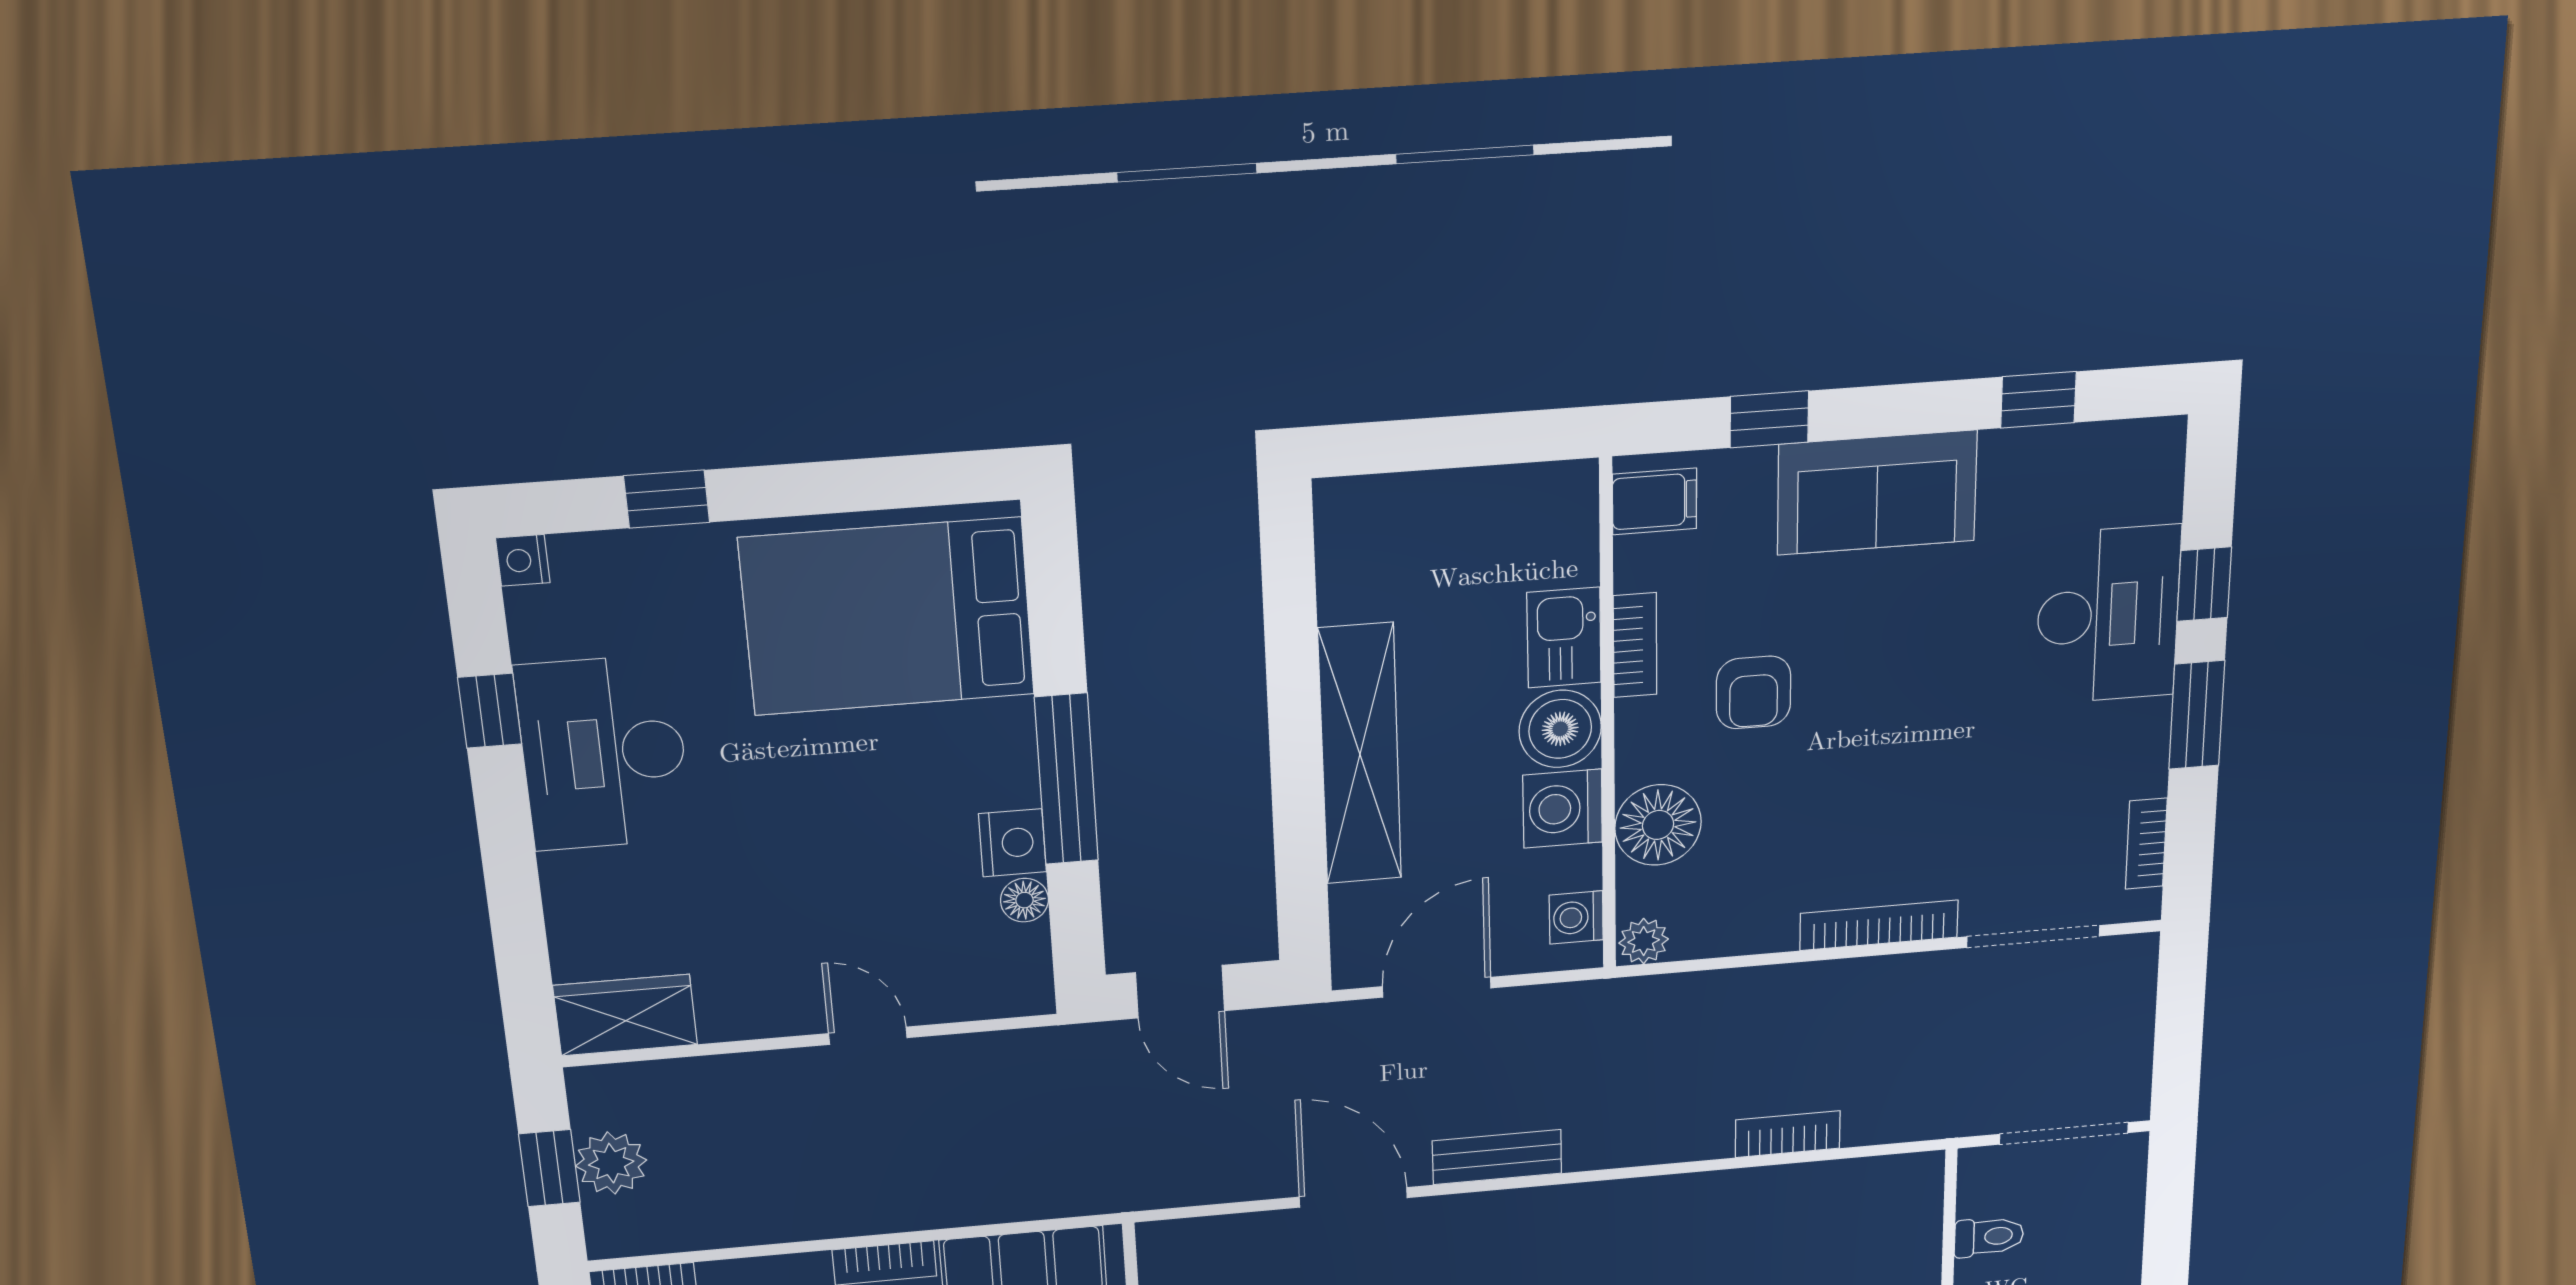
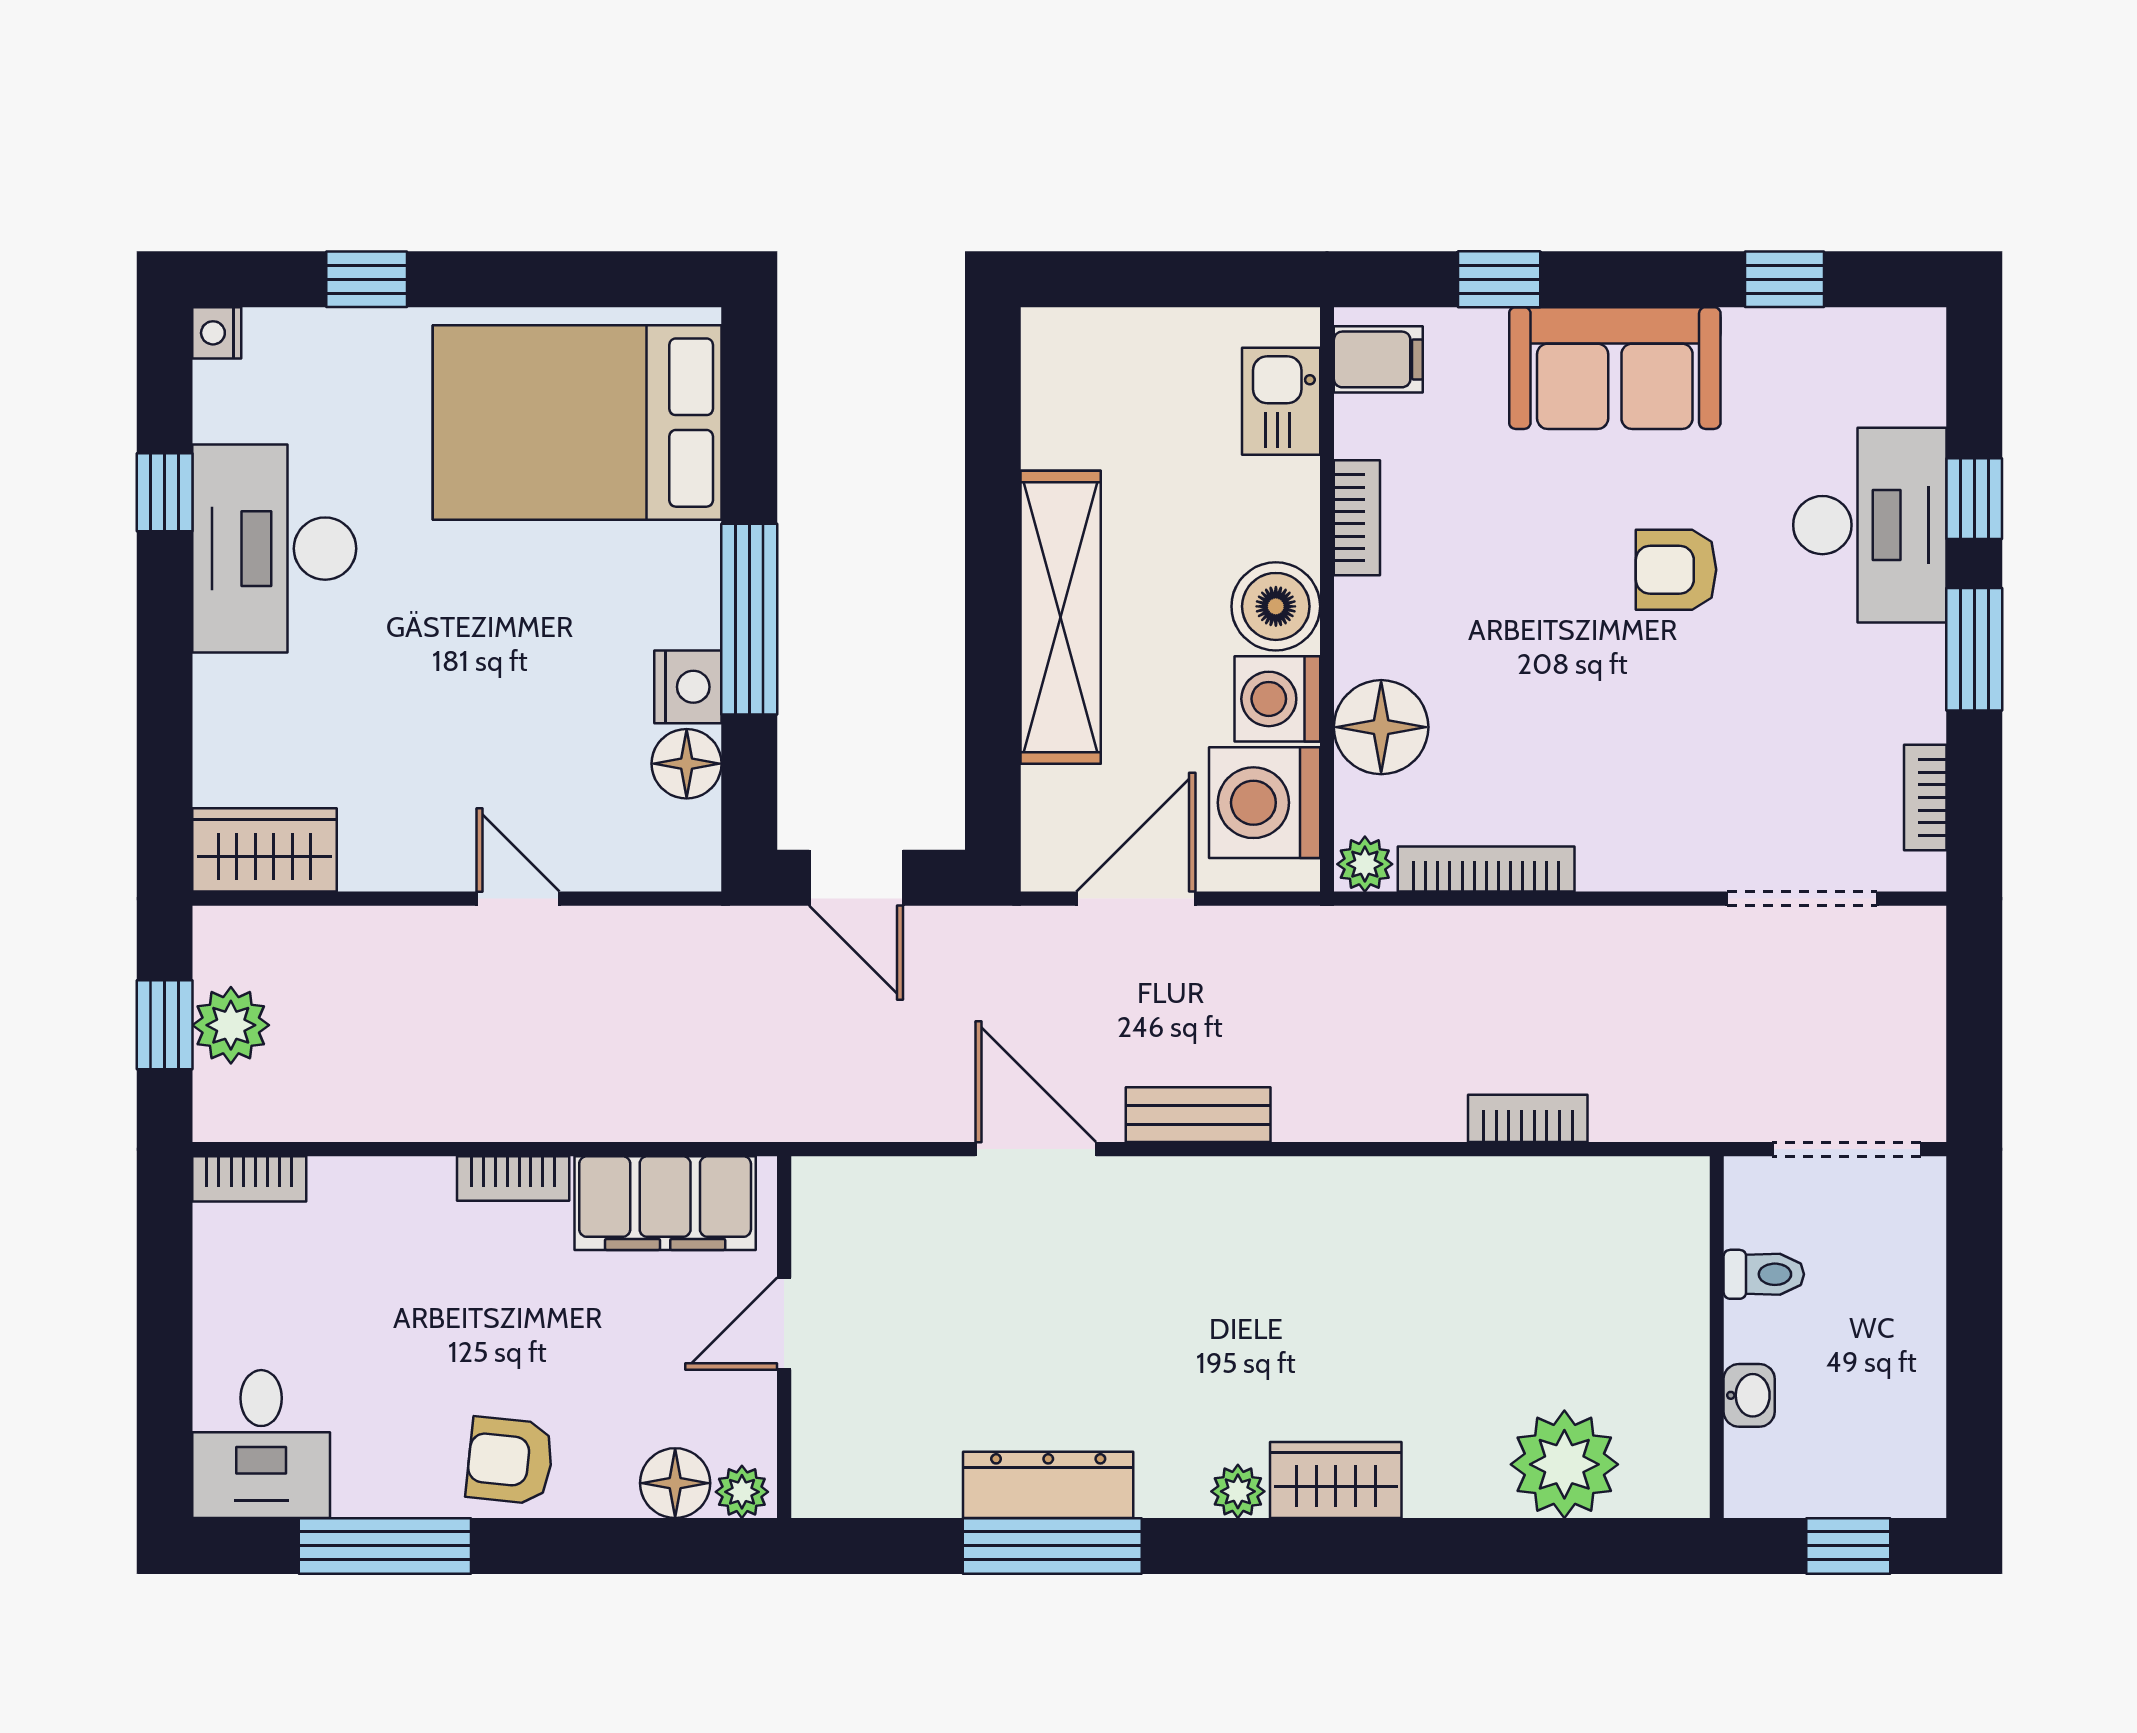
kitchen sink: (1564, 637) -> (1281, 401), moved
armchair: (1754, 692) -> (1676, 570), moved, turned 90
floor lamp: (1024, 900) -> (687, 764), width x1.37, depth x1.37
washing machine: (1576, 917) -> (1265, 803), width x1.89, depth x1.89
bookcase: (1879, 925) -> (1486, 869), moved

